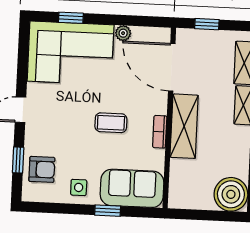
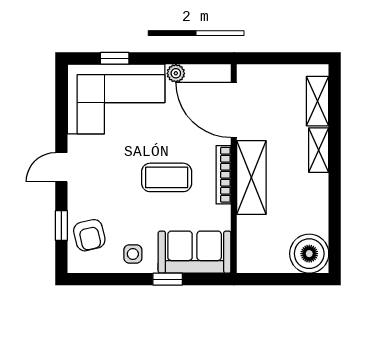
window: (207, 24) -> (272, 58), removed
coffee table: (111, 123) -> (167, 177), width x1.36, depth x1.30
bookcase: (160, 132) -> (223, 175), width x1.56
armchair: (42, 169) -> (89, 235), turned 77

